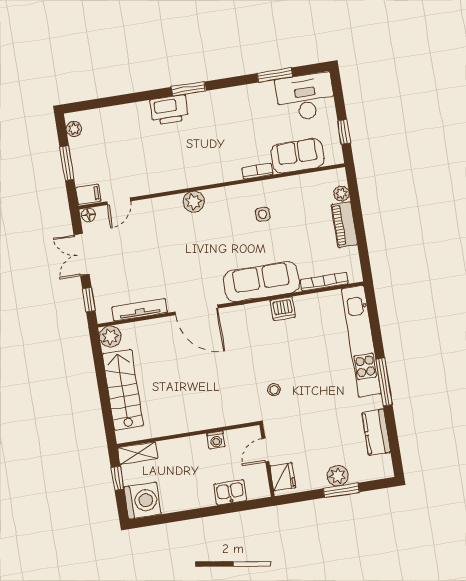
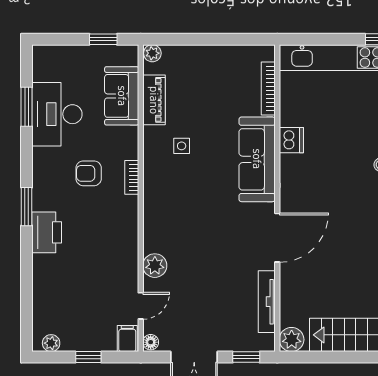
desk: (305, 97) -> (57, 114), moved
armchair: (226, 138) -> (89, 173), added
window: (67, 163) -> (88, 357), width x0.67
bookcase: (257, 171) -> (132, 177), moved
plant: (341, 194) -> (152, 53), moved
door: (119, 201) -> (141, 306), hinge flipped
plant: (194, 202) -> (155, 266), moved
piano: (344, 225) -> (154, 100), moved, turned -90

